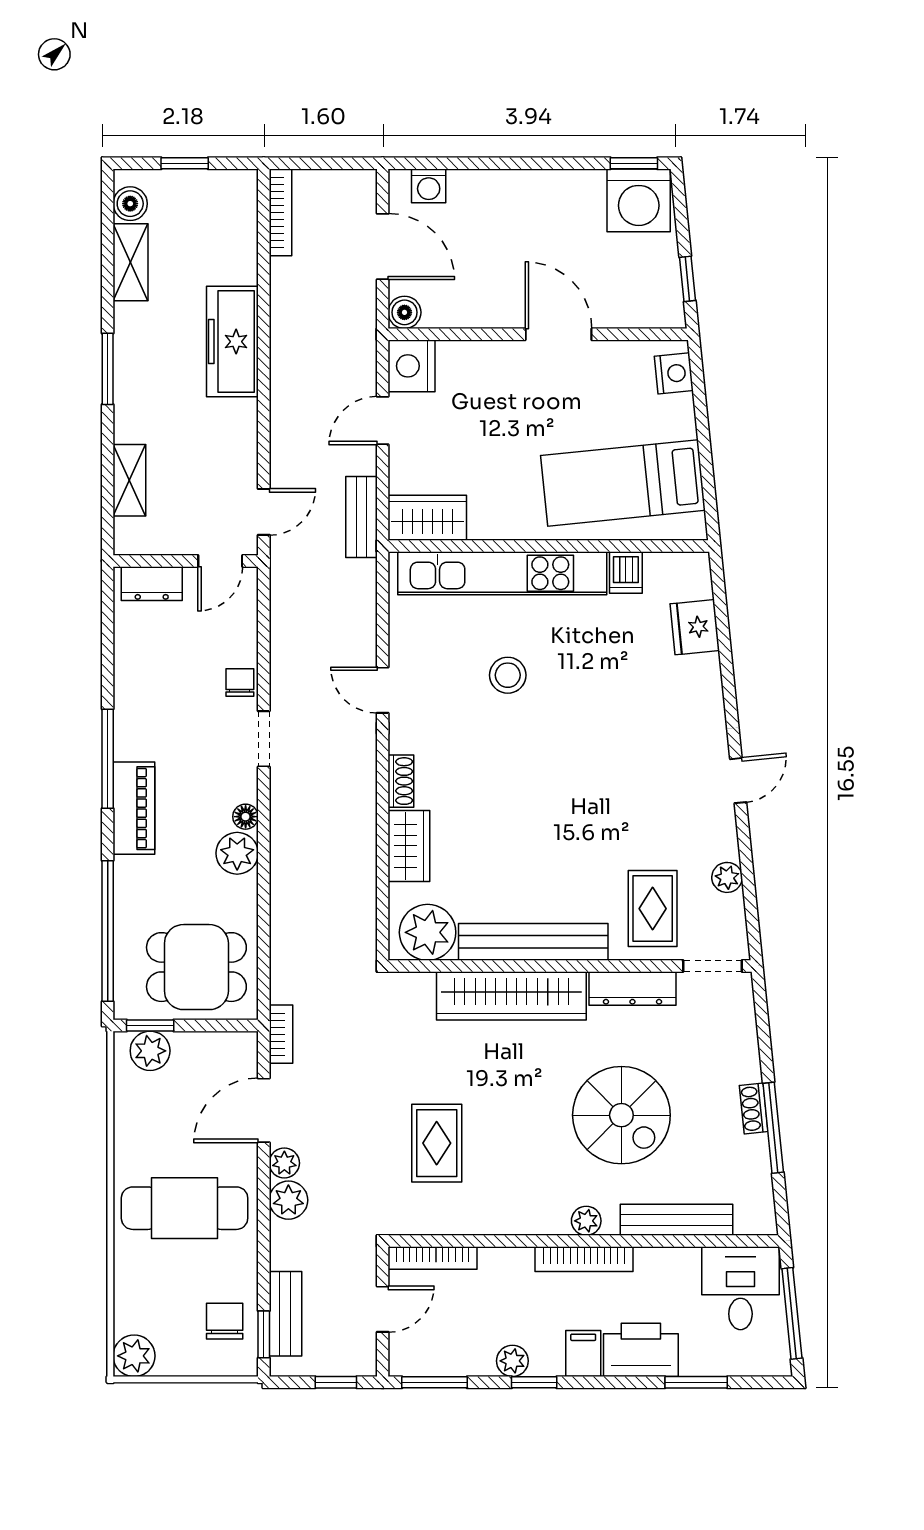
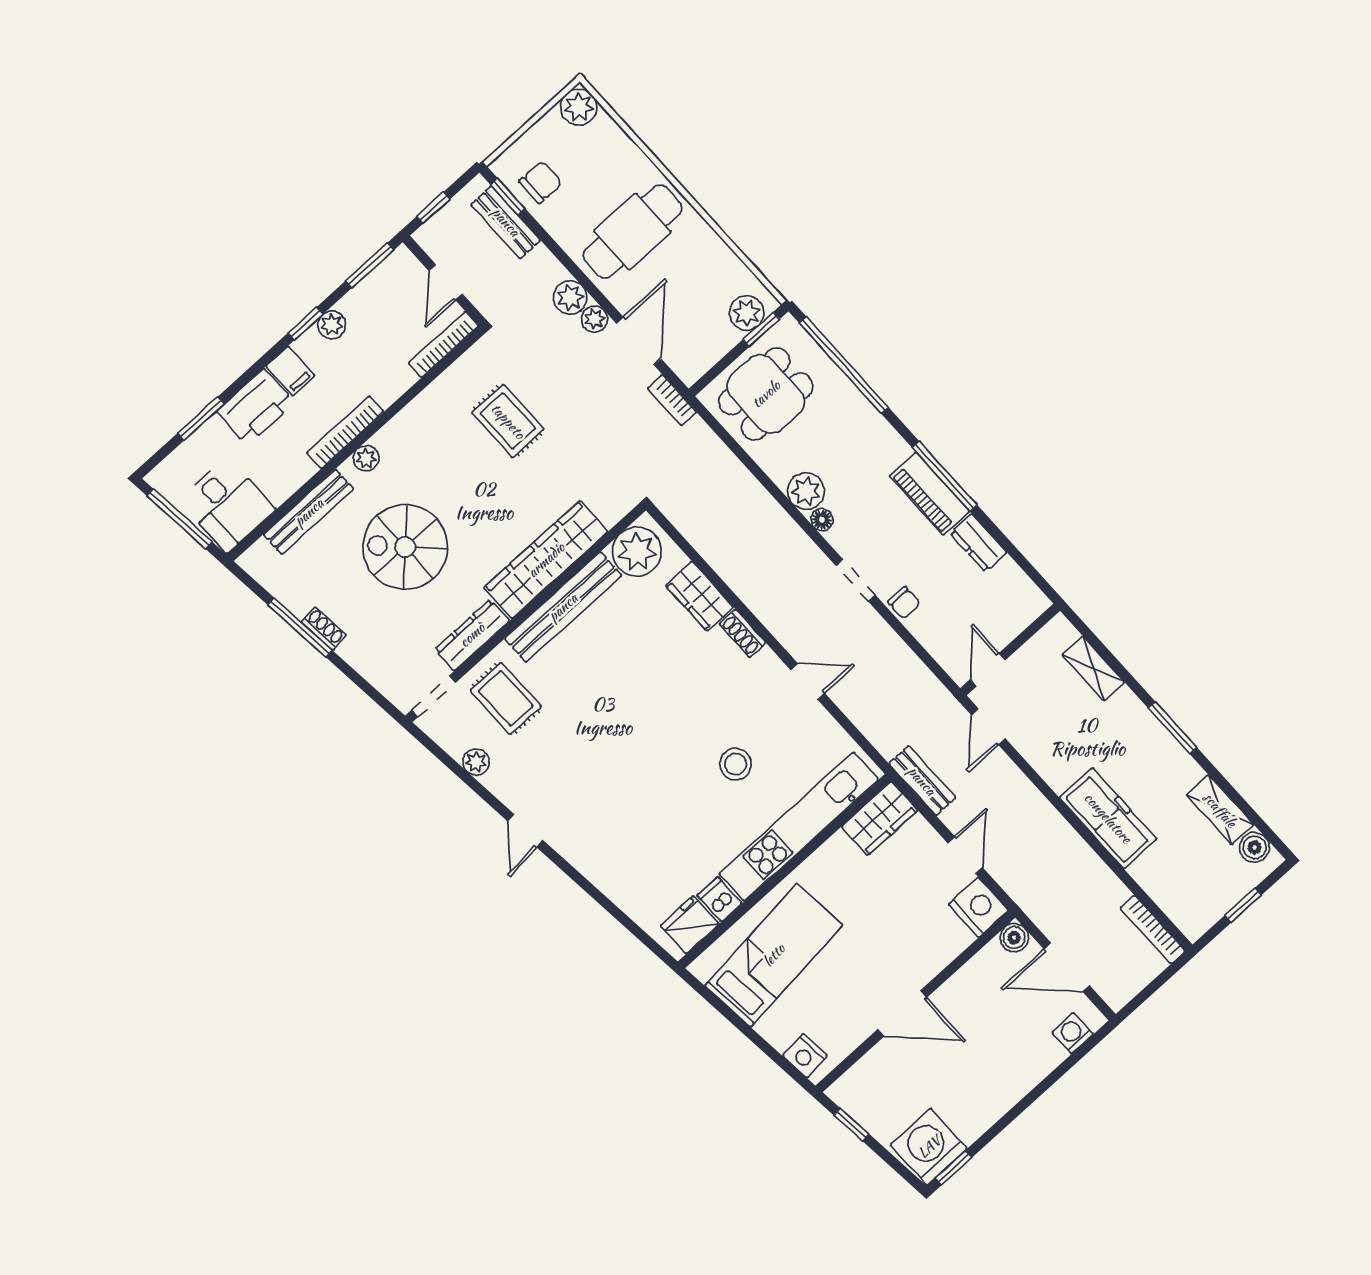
dresser: (152, 584) -> (978, 543), moved, turned -90
fridge: (695, 627) -> (690, 925), moved, turned -84
piano: (134, 808) -> (930, 494), moved
chair: (225, 1321) -> (541, 182), turned -90

